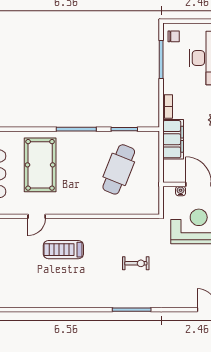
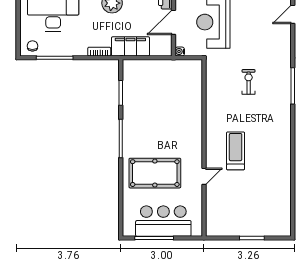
cafe table: (119, 169) -> (159, 98), removed
water cooler: (181, 191) -> (180, 52), moved
door: (37, 216) -> (204, 176), hinge flipped
treadmill: (63, 250) -> (236, 151), turned 180

